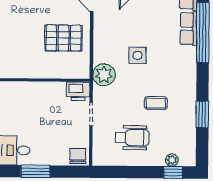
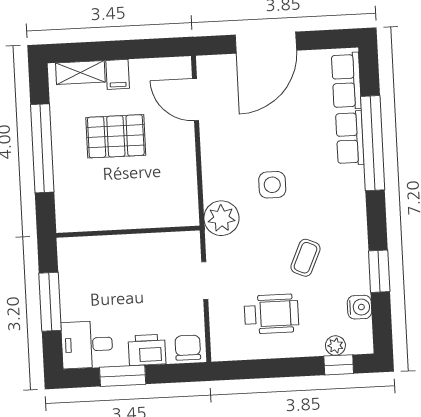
pallet: (64, 38) -> (116, 136), moved
printer: (78, 91) -> (147, 350), moved, turned 180
coffee table: (156, 103) -> (305, 258), turned -66
water cooler: (188, 136) -> (360, 307), added

